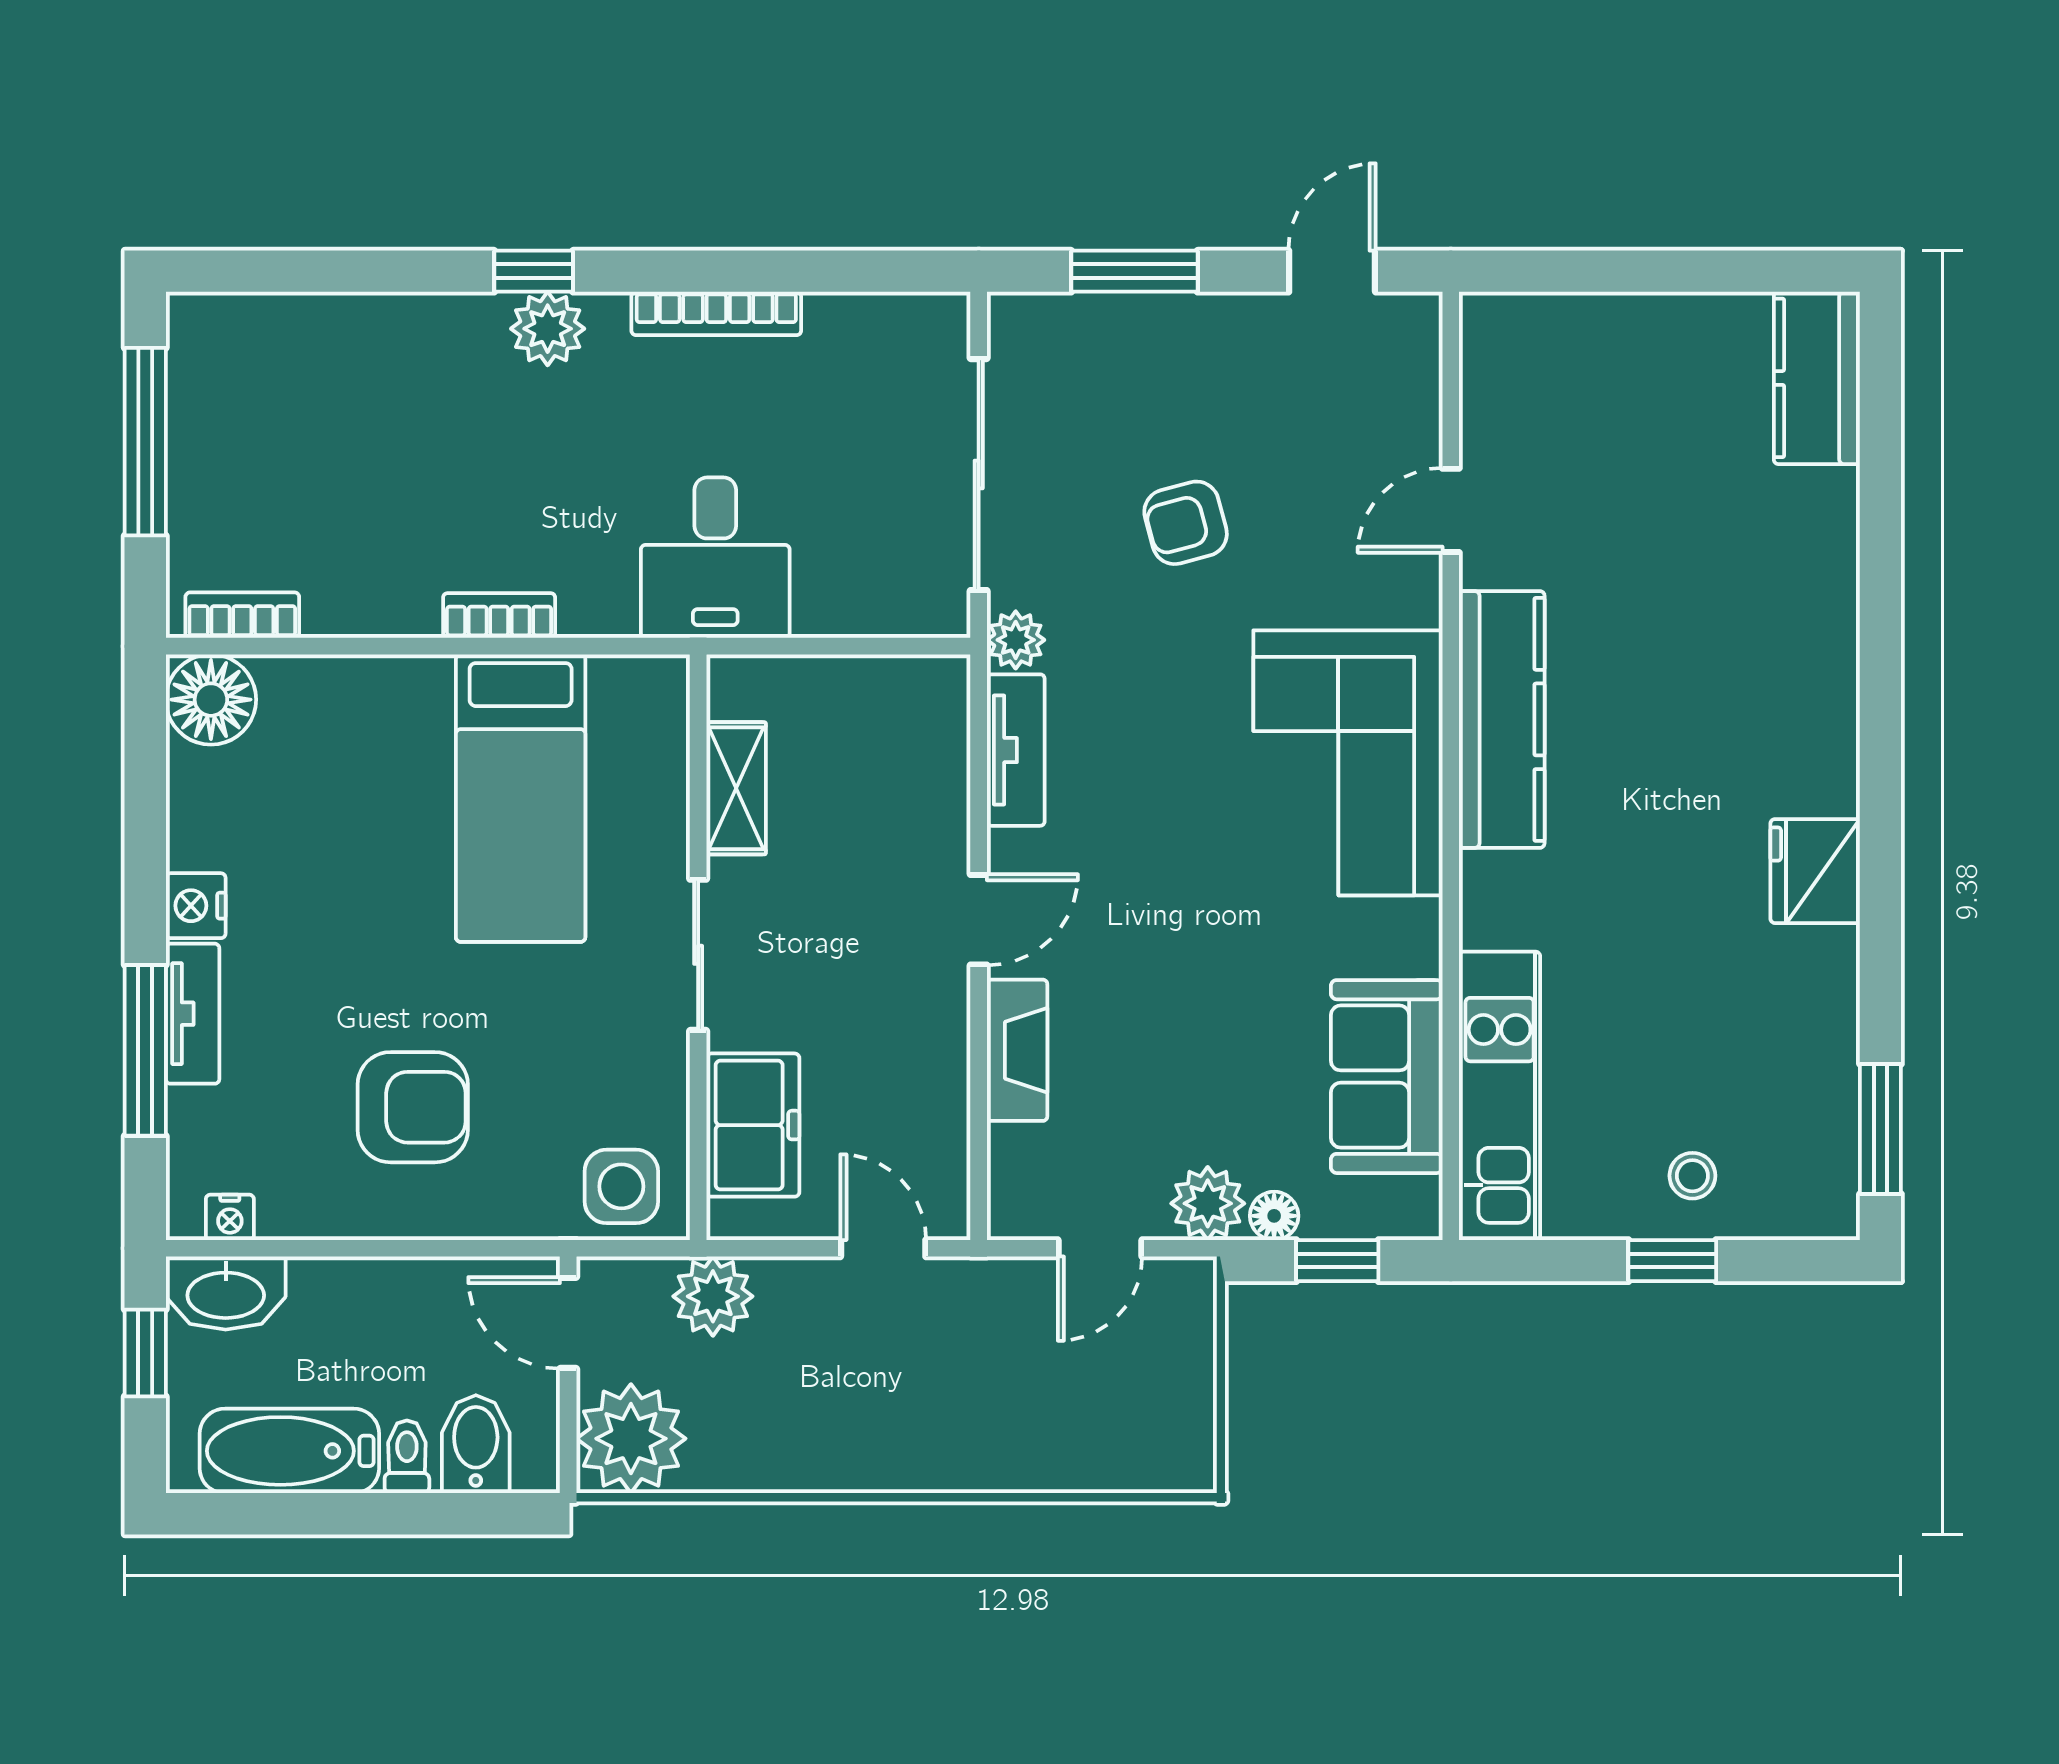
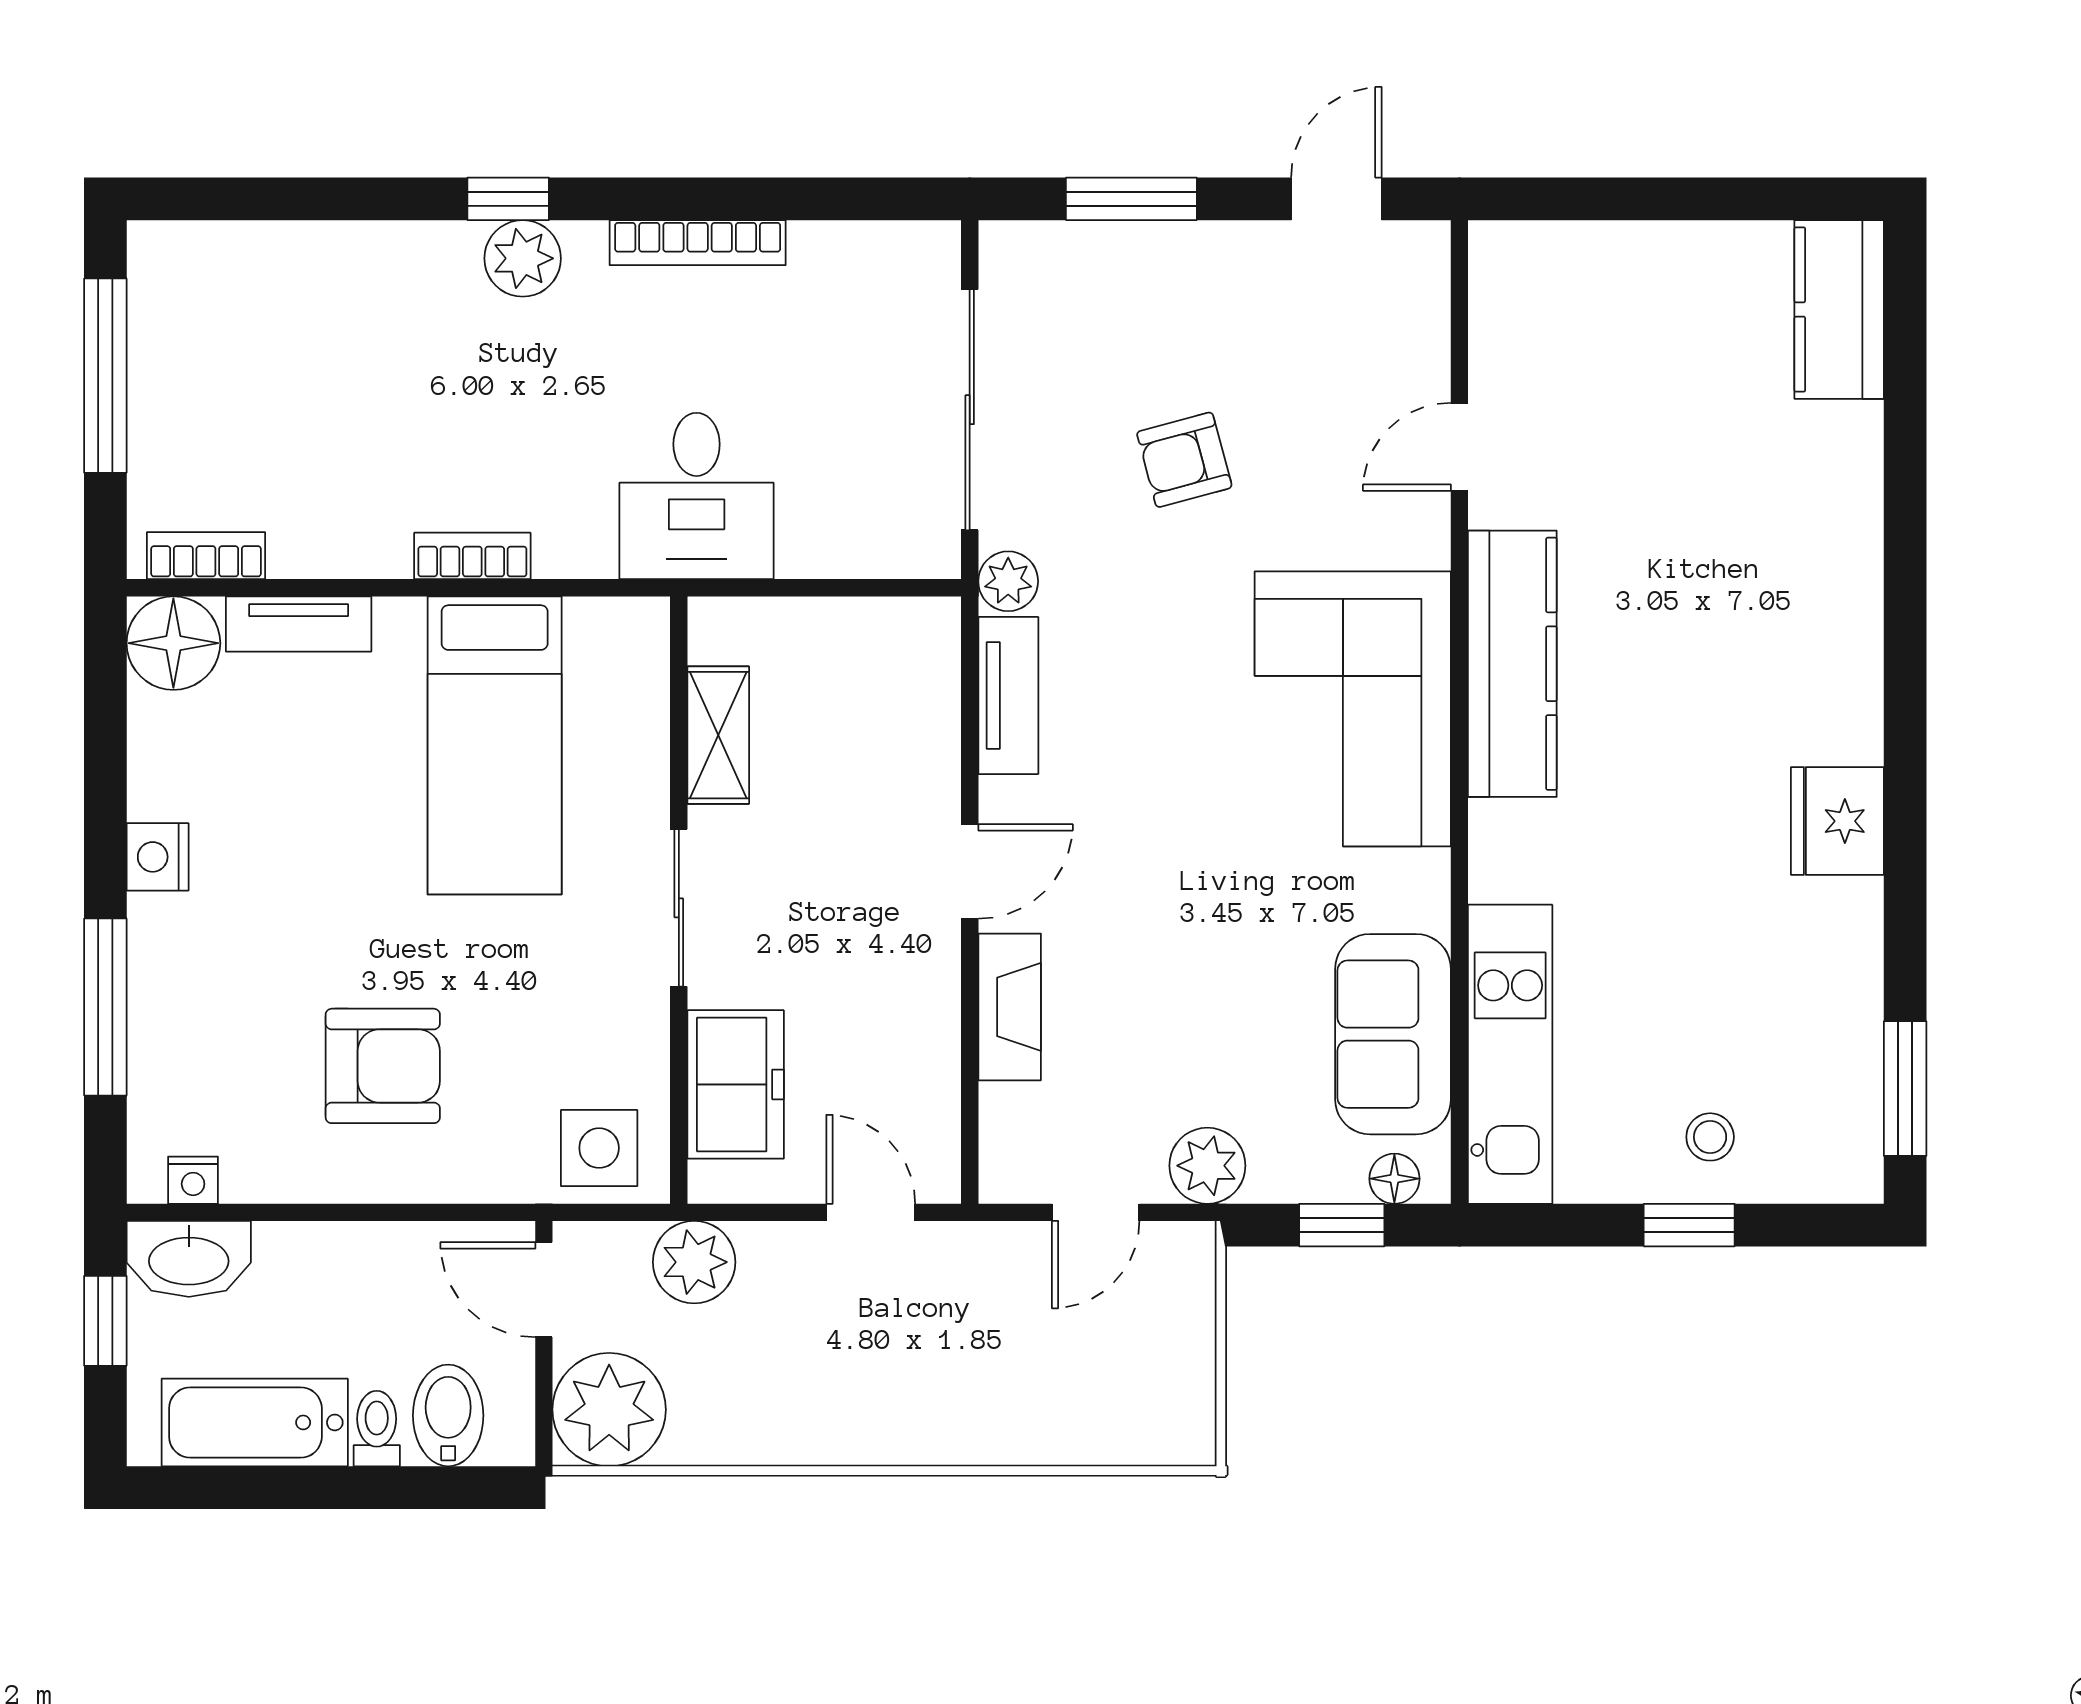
tv unit: (193, 1014) -> (299, 624), moved, turned 90
floor lamp: (1274, 1216) -> (1394, 1179), moved

